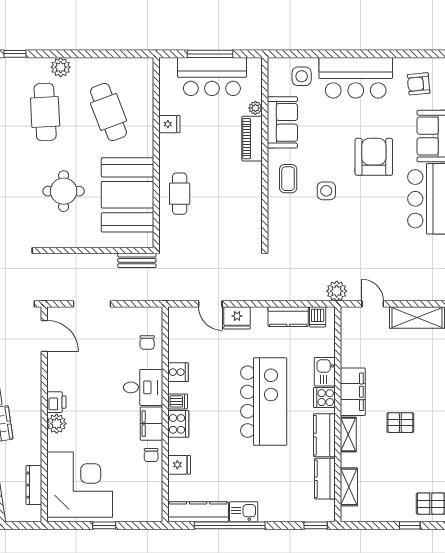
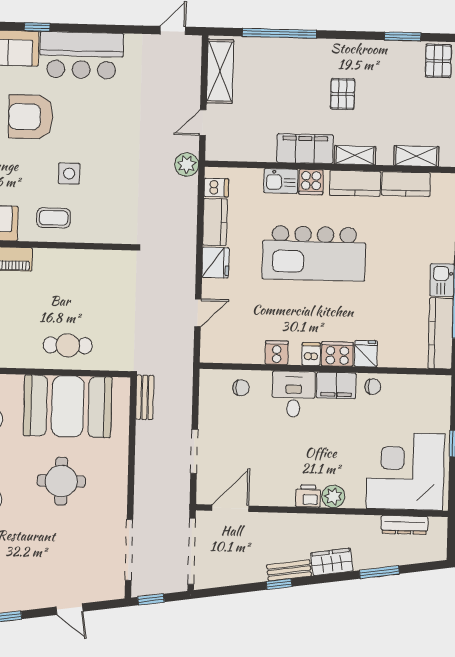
fridge: (237, 318) -> (215, 263), moved
kitchen island: (264, 402) -> (314, 253), turned 180
fridge: (179, 465) -> (366, 354), moved

